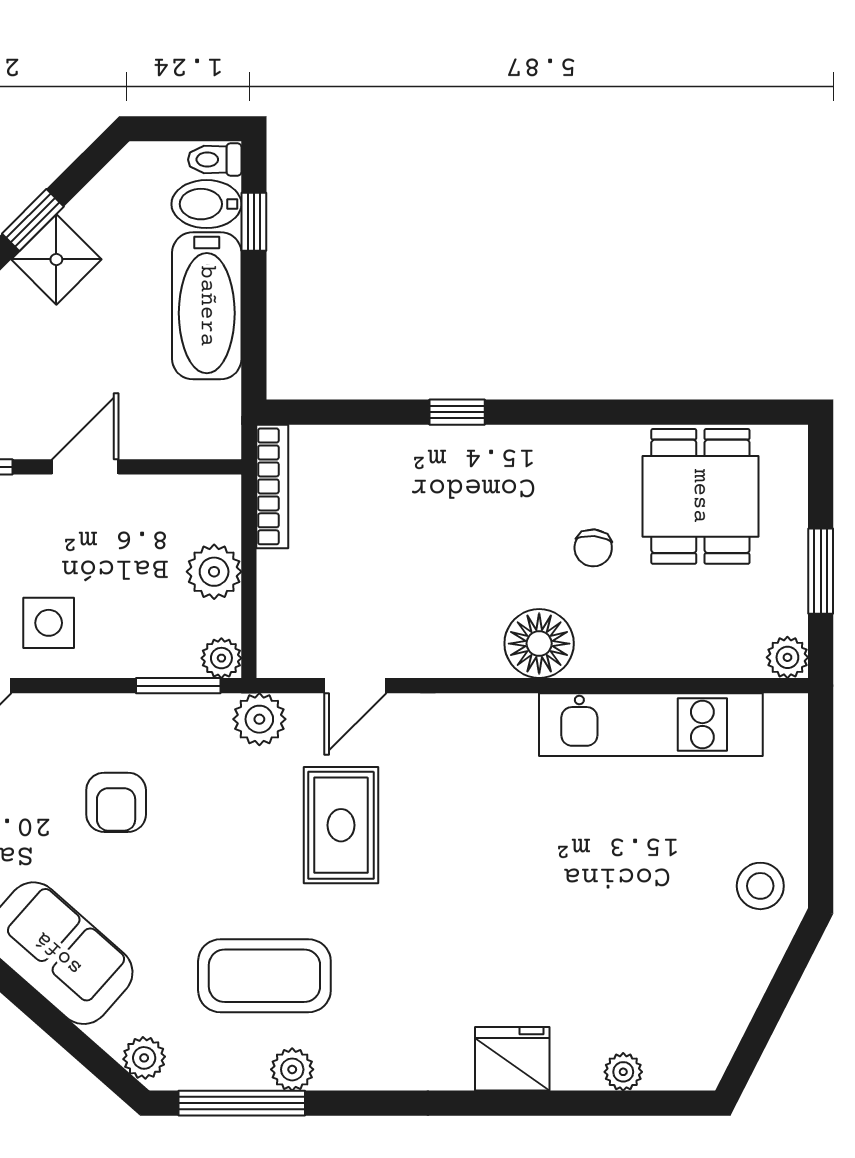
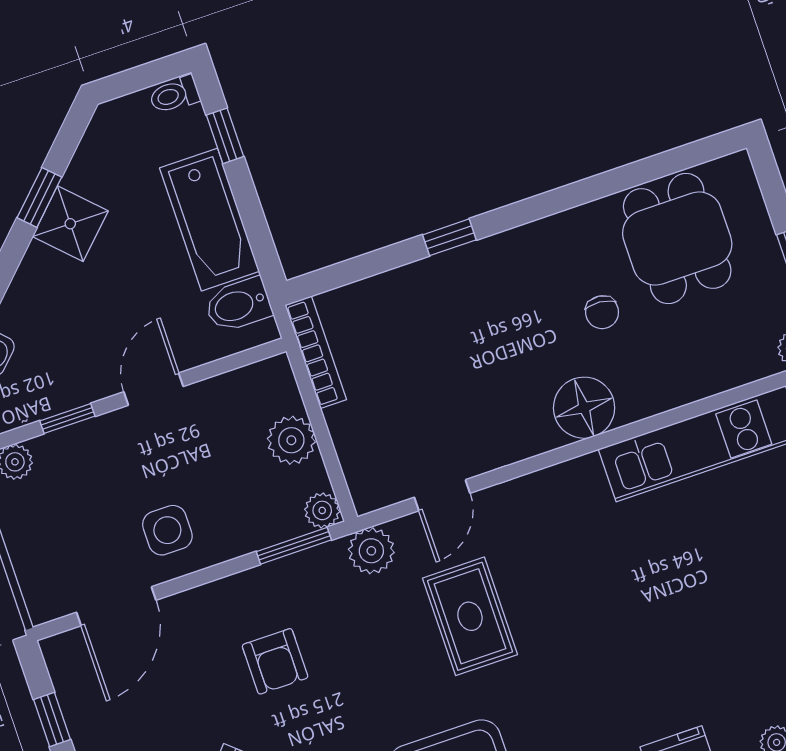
bidet: (206, 204) -> (238, 305), moved

